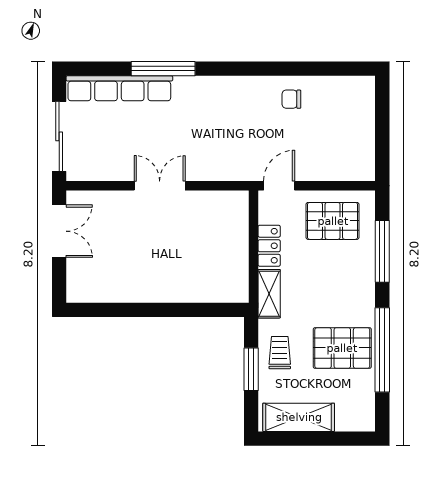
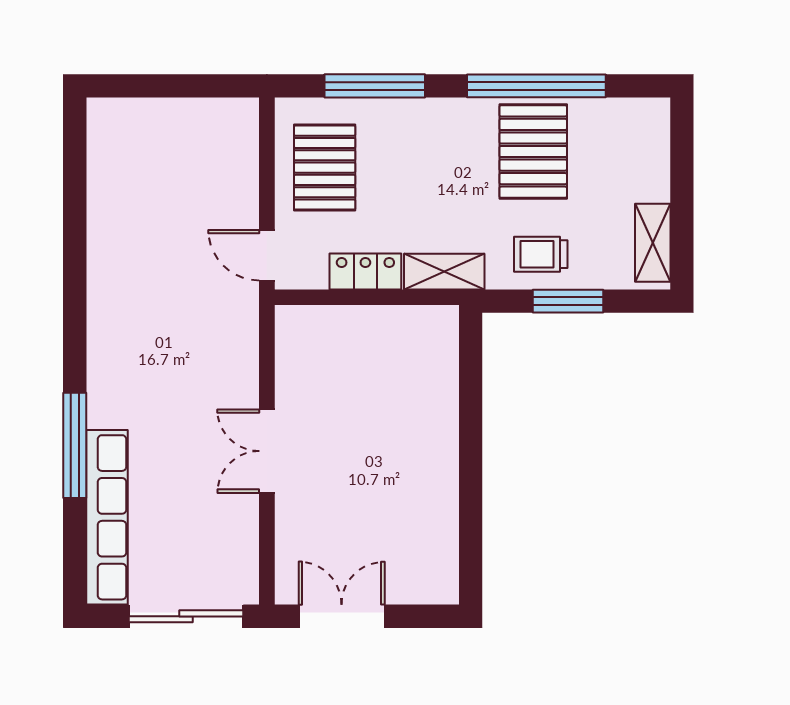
chair: (291, 99) -> (125, 235), removed
shelving: (299, 417) -> (653, 243), width x0.67, depth x0.75

